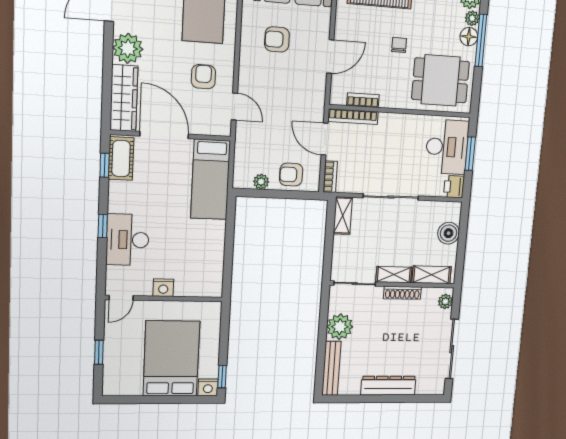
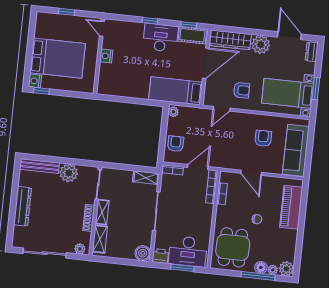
plant: (261, 182) -> (173, 112), moved
boiler: (449, 233) -> (143, 253), moved
desk: (128, 240) -> (160, 38), moved

